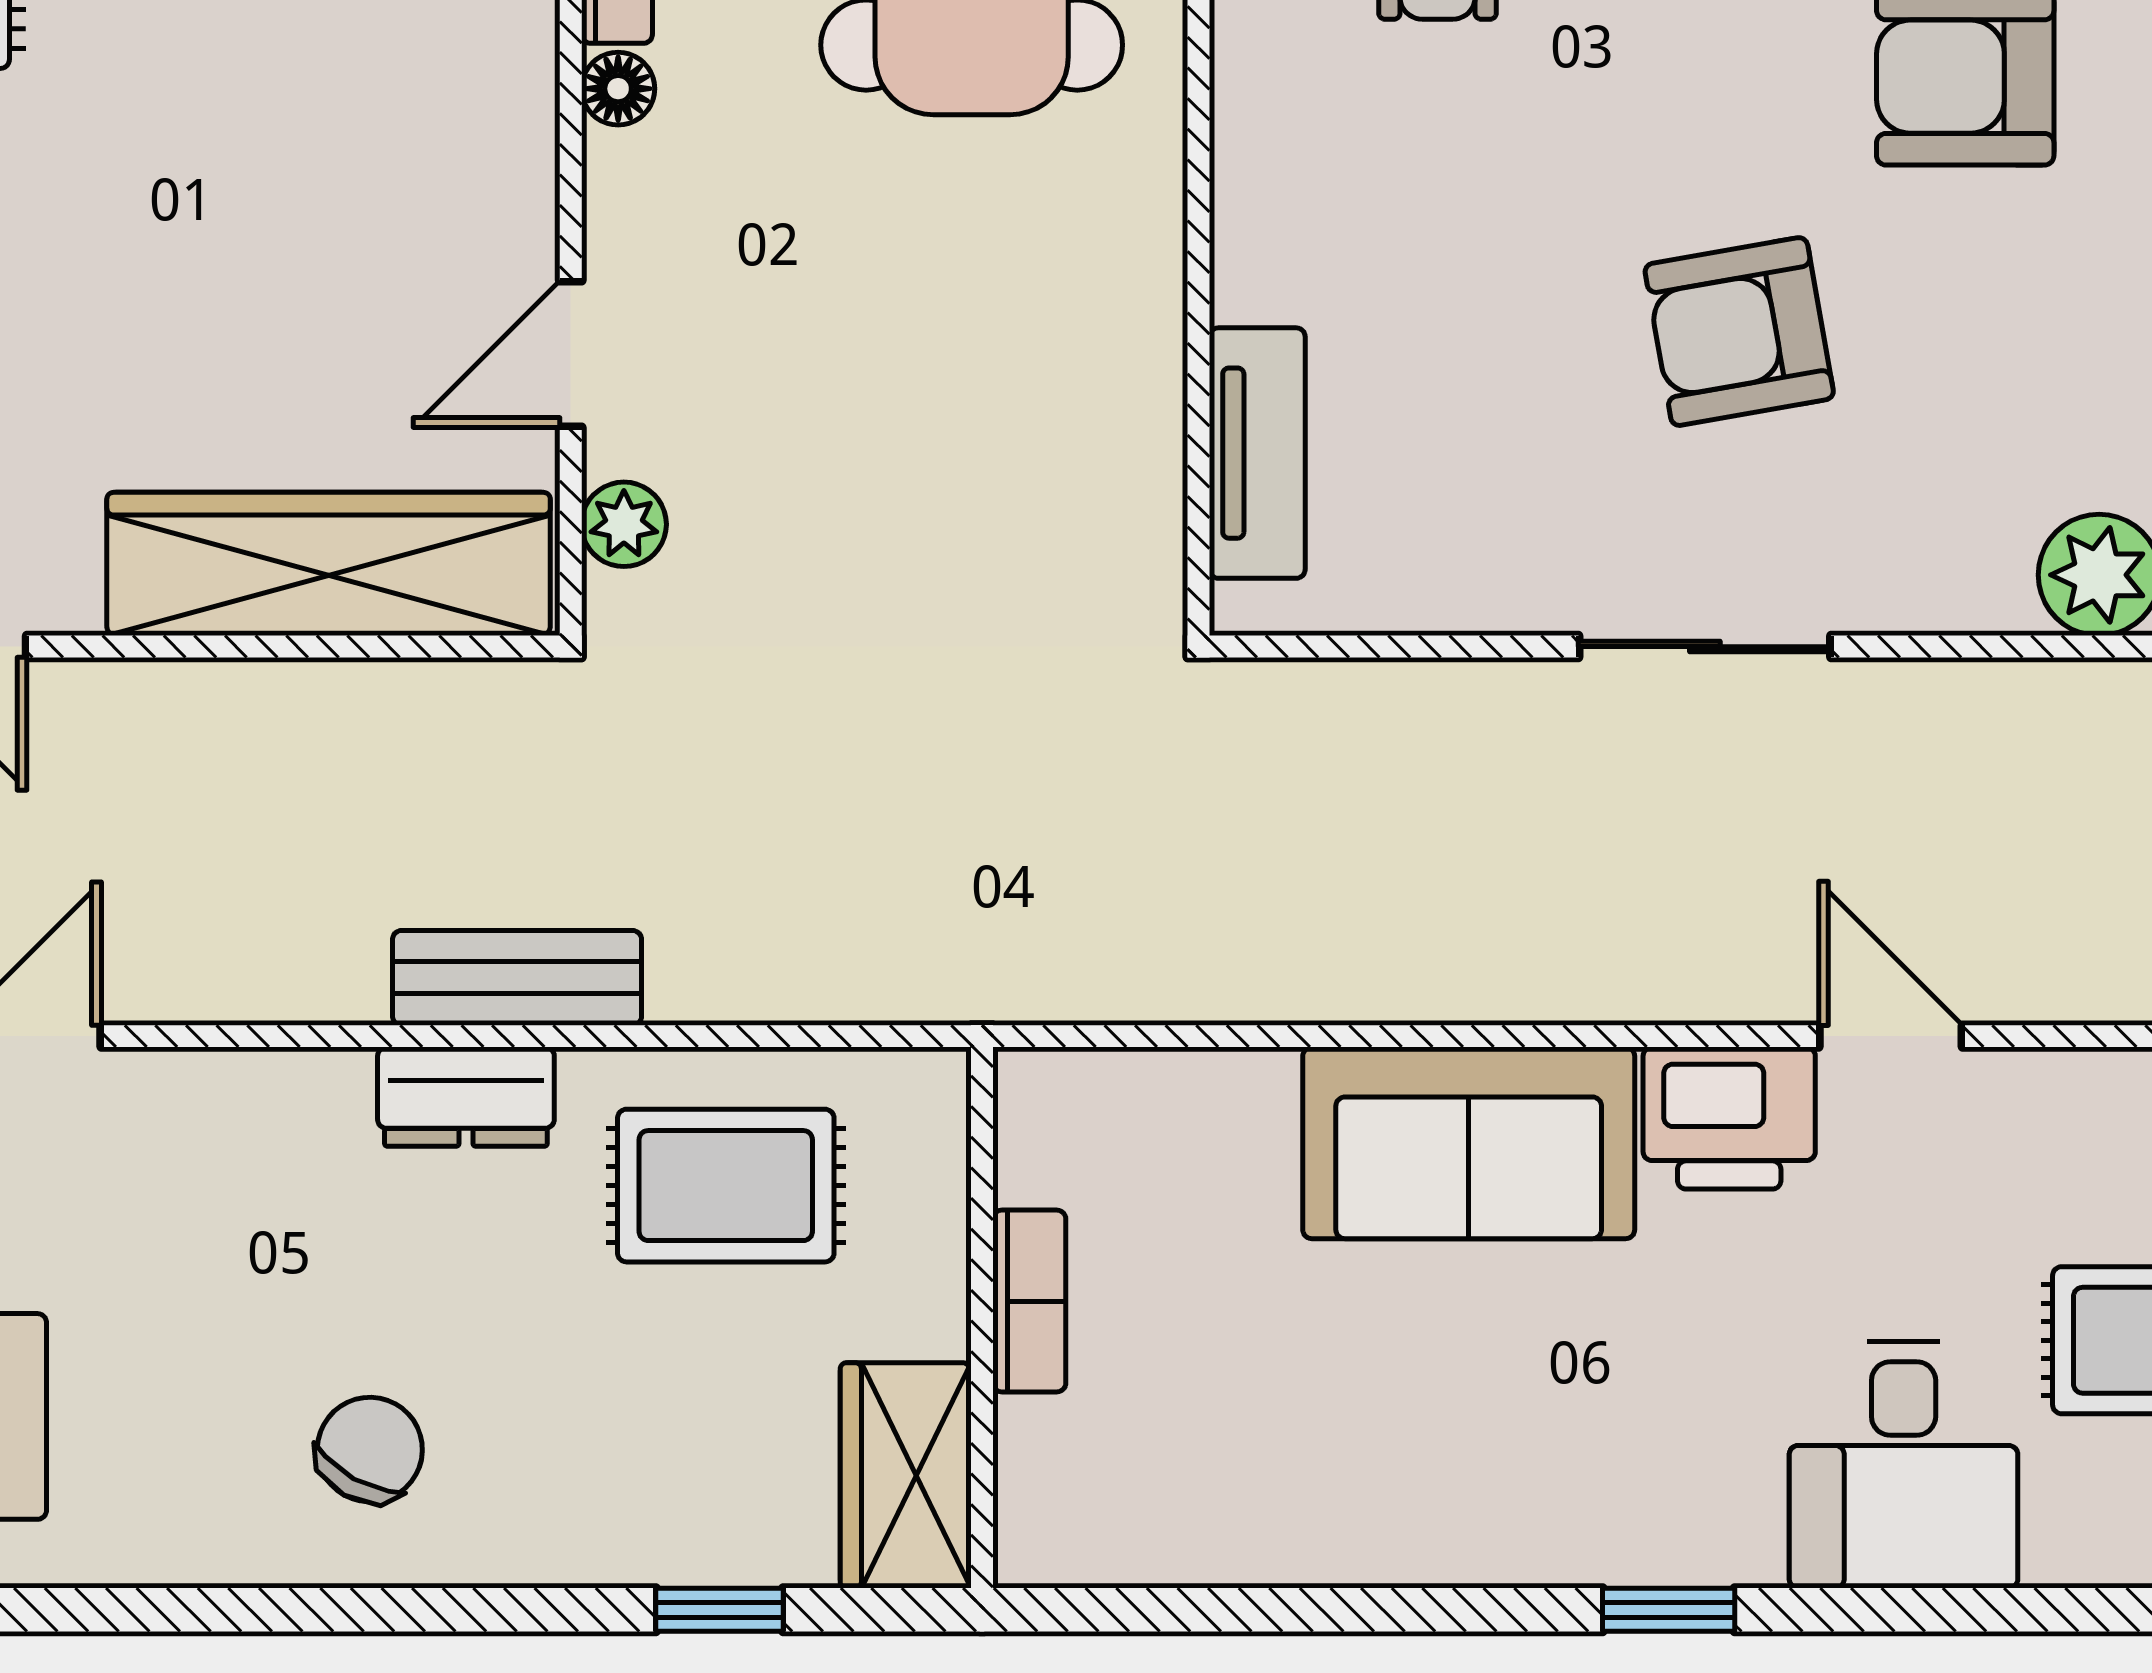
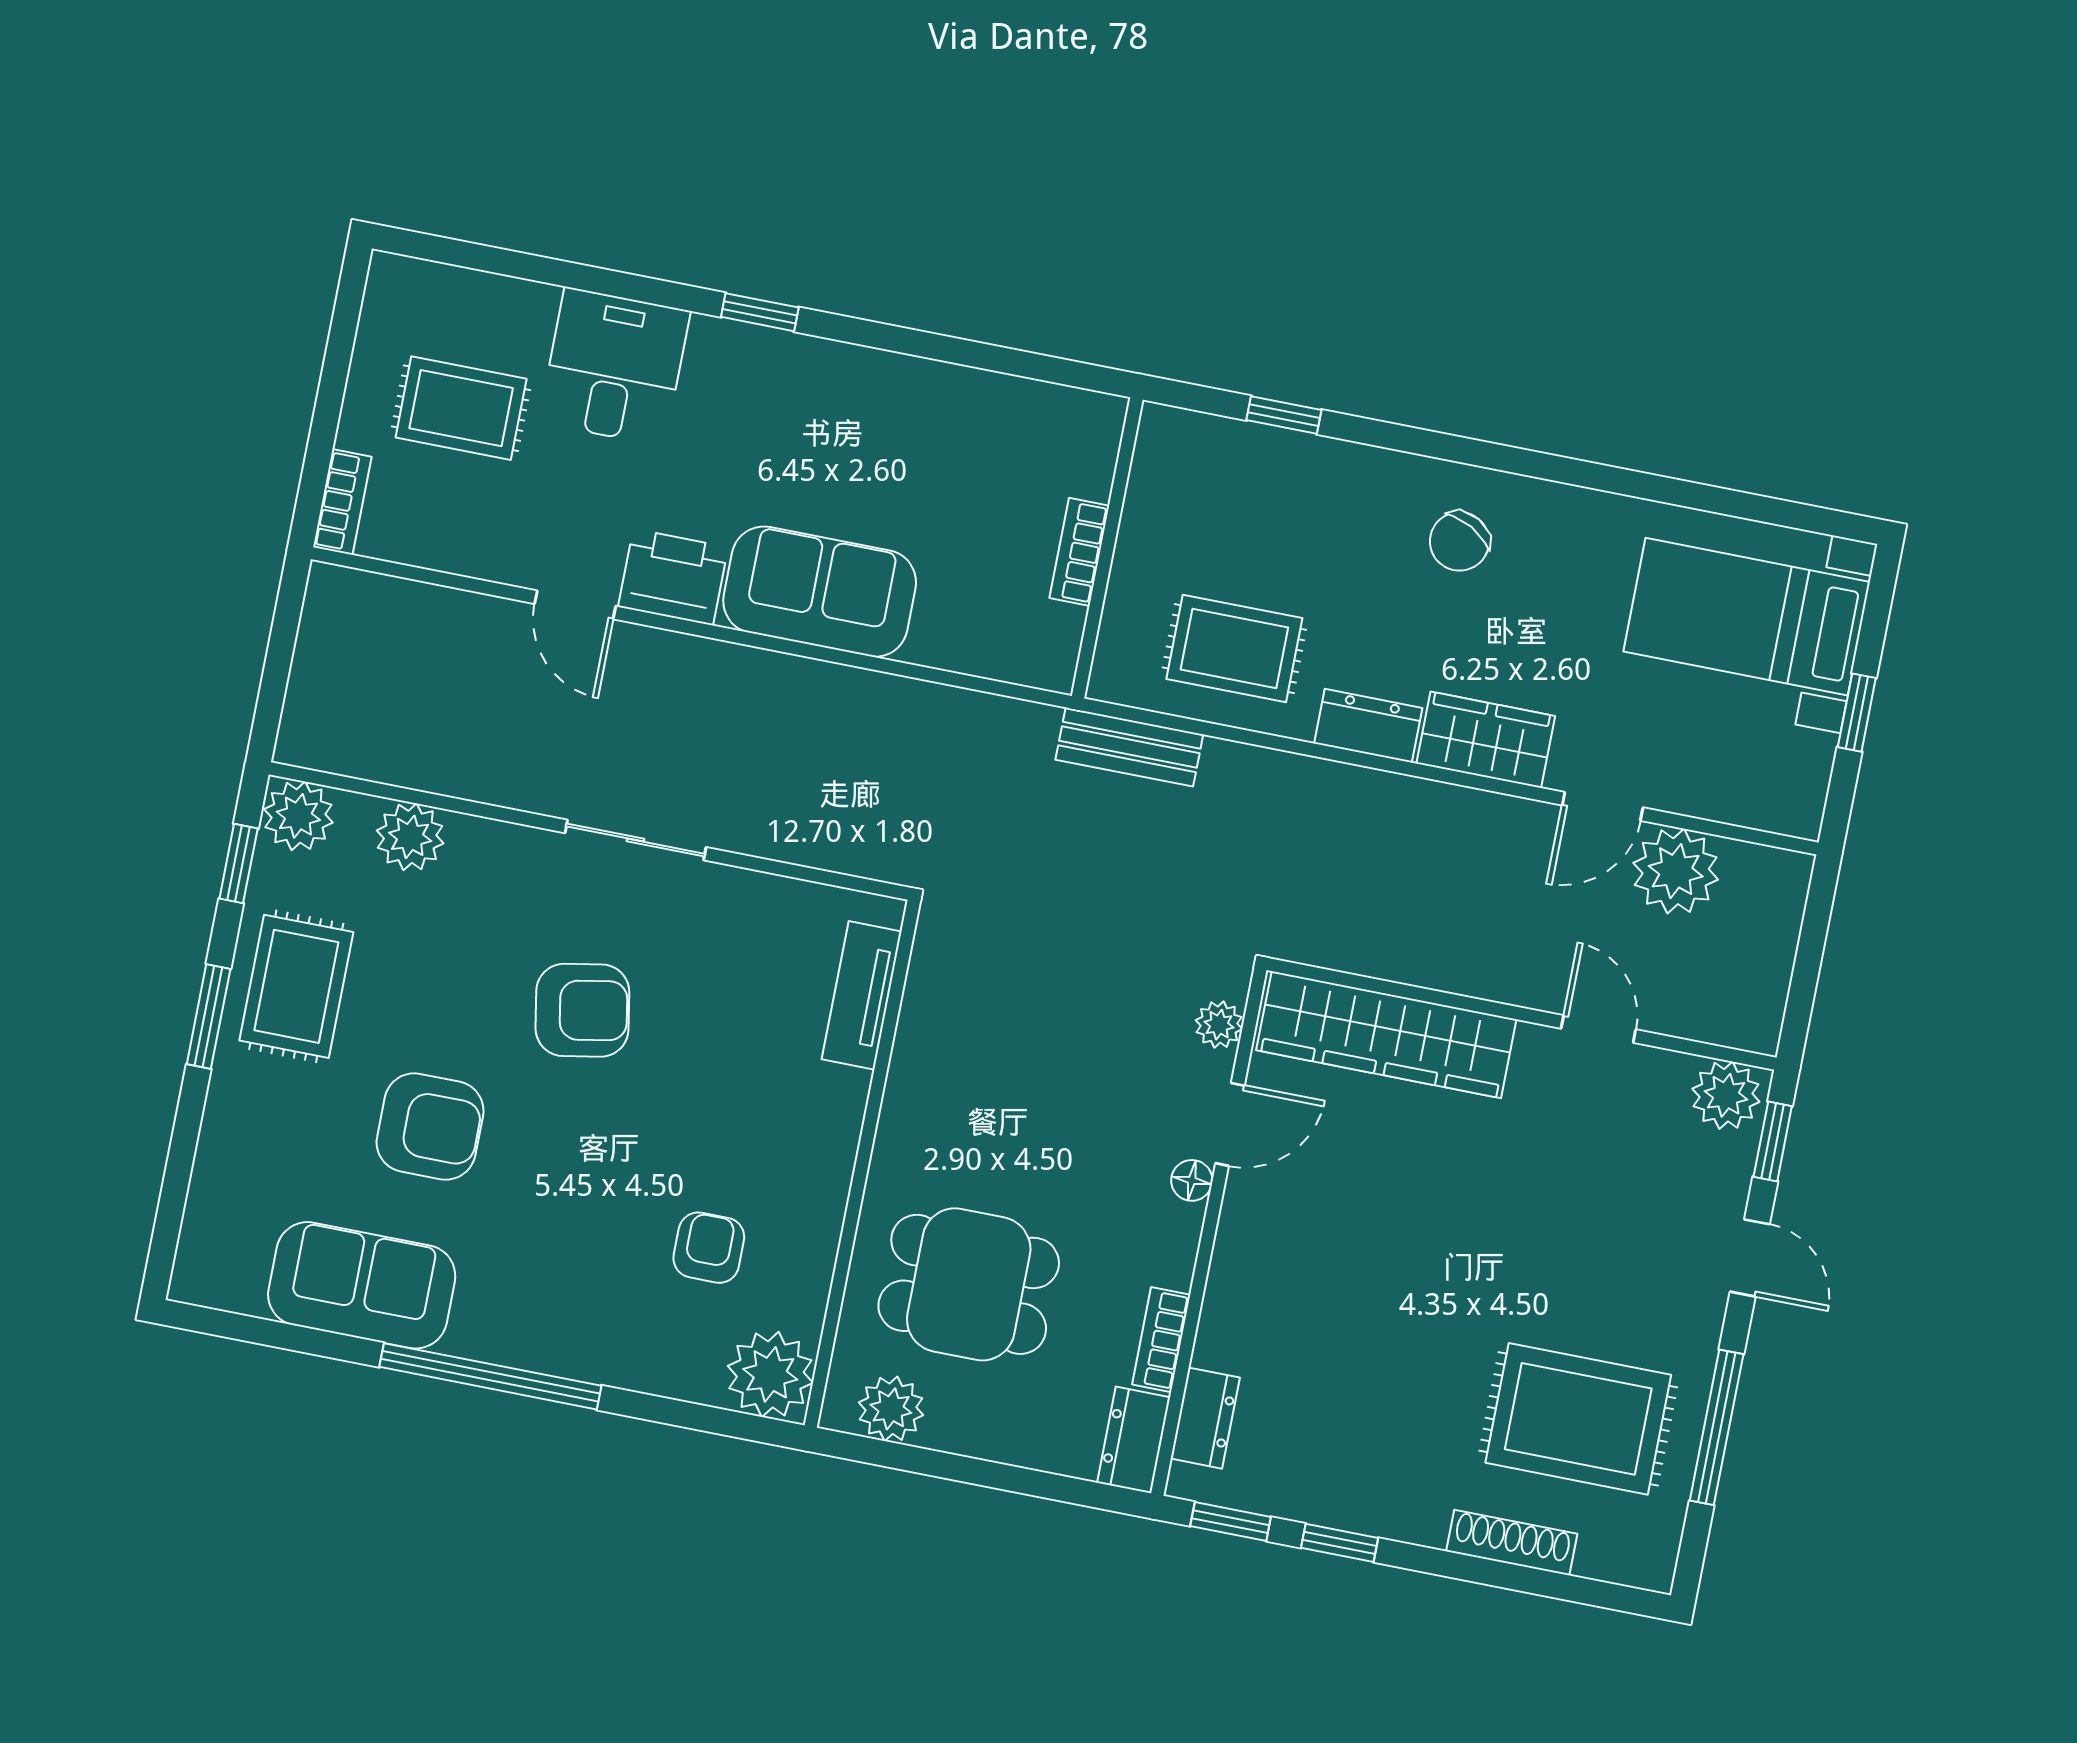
floor lamp: (618, 89) -> (1192, 1180), moved
bench: (517, 978) -> (1129, 747), moved
wardrobe: (906, 1475) -> (1486, 740), moved, turned -90

